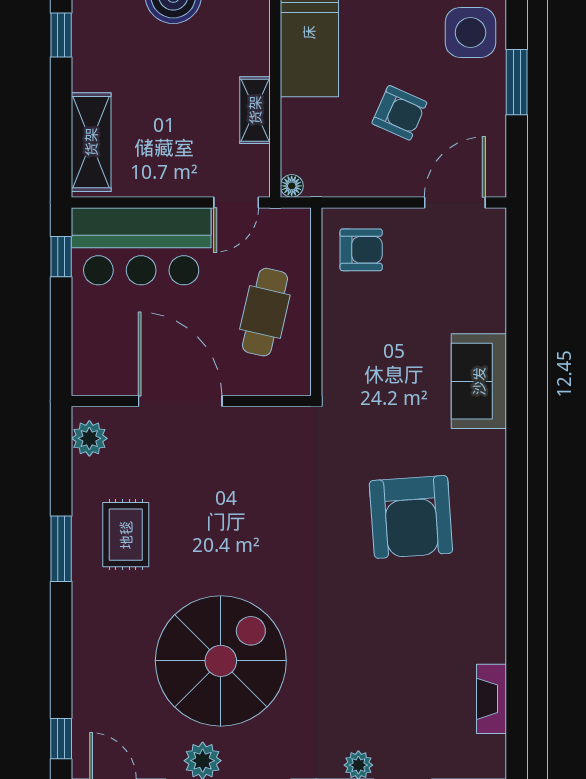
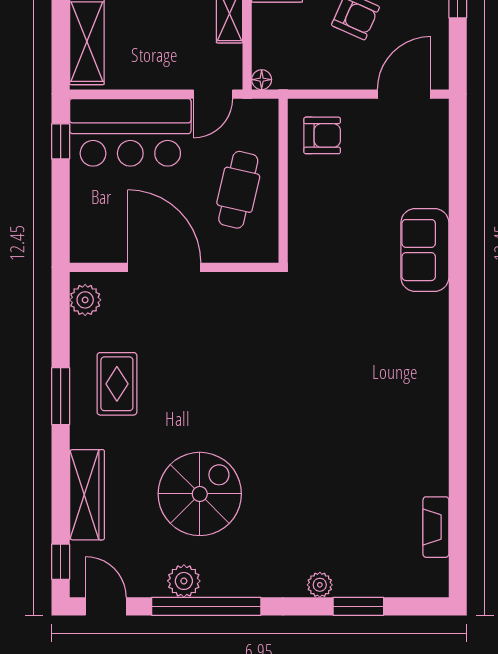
armchair: (411, 517) -> (366, 368), removed
spiral stairs: (221, 661) -> (200, 494), width x0.73, depth x0.73
wardrobe: (91, 662) -> (87, 495), added

